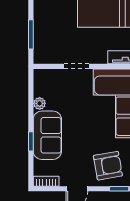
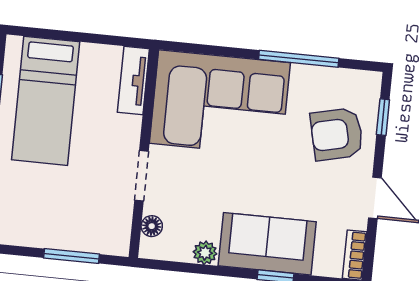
floor lamp: (51, 74) -> (152, 226), added
armchair: (108, 166) -> (337, 134), turned -93

